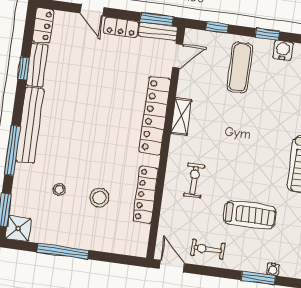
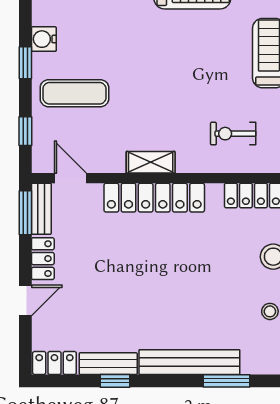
window: (12, 150) -> (226, 381), width x0.69

